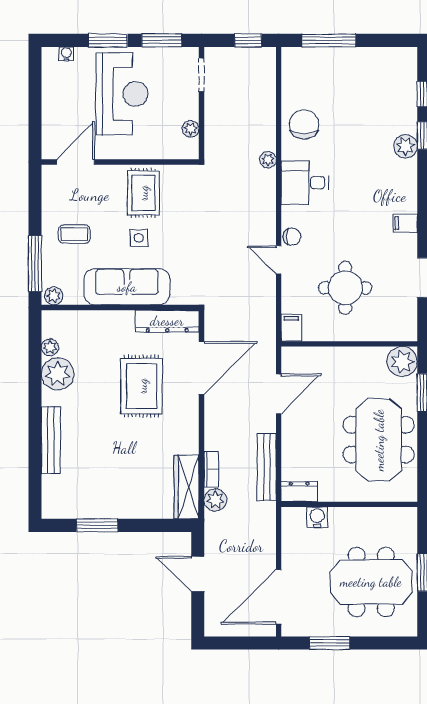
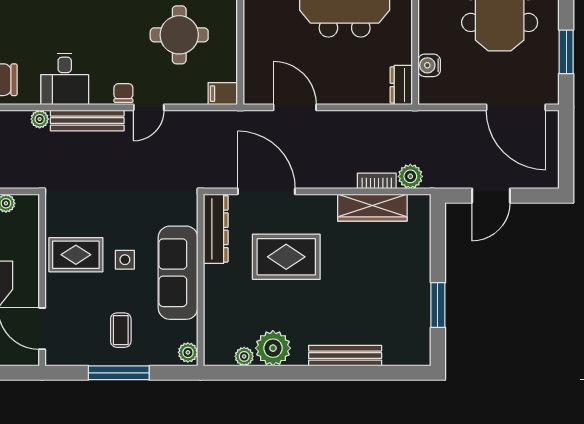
window: (35, 264) -> (119, 373), moved
bench: (267, 467) -> (87, 121), moved
wardrobe: (187, 487) -> (372, 208), moved

